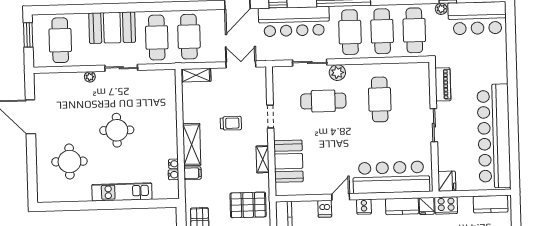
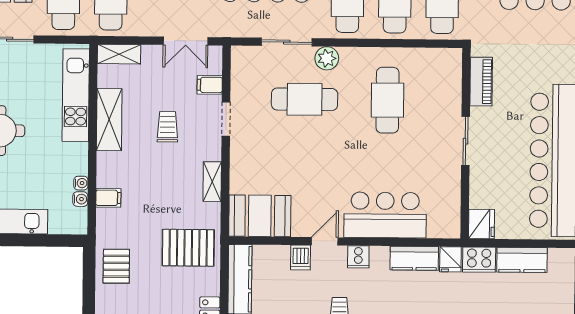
double door: (241, 64) -> (186, 41), swing flipped
filing cabinet: (258, 94) -> (210, 85), added
kitchen unit: (168, 104) -> (76, 95), added
trolley: (231, 123) -> (167, 127), turned -90
shelving: (192, 145) -> (109, 120), moved
booth: (288, 161) -> (260, 216), moved, turned 90
bar counter: (391, 177) -> (385, 215), width x0.73
kitchen counter: (491, 204) -> (522, 260), moved

